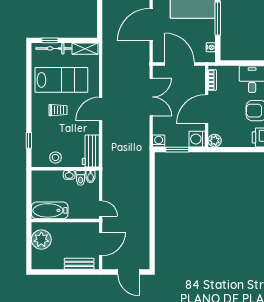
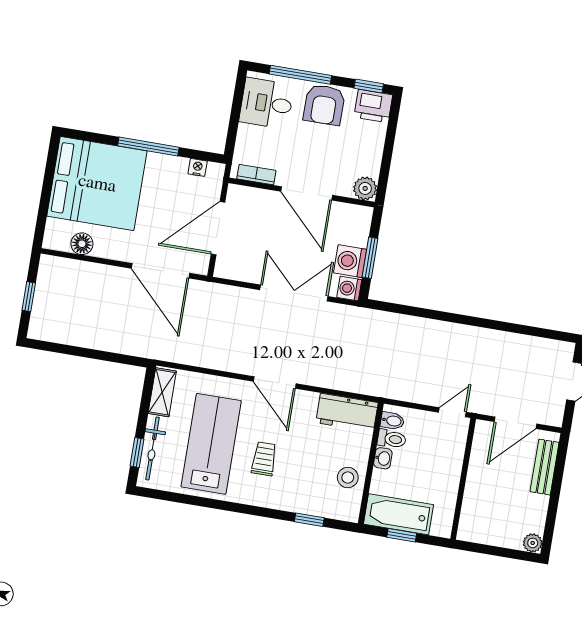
door: (151, 25) -> (160, 271), moved
double door: (151, 97) -> (294, 293), moved
washing machine: (197, 139) -> (350, 261), moved, turned 90
window: (29, 192) -> (402, 535), added
bathtub: (50, 210) -> (399, 514), moved, turned 90
plant: (41, 240) -> (533, 543), moved, width x0.53, depth x0.53
door: (101, 244) -> (515, 423), swing flipped

